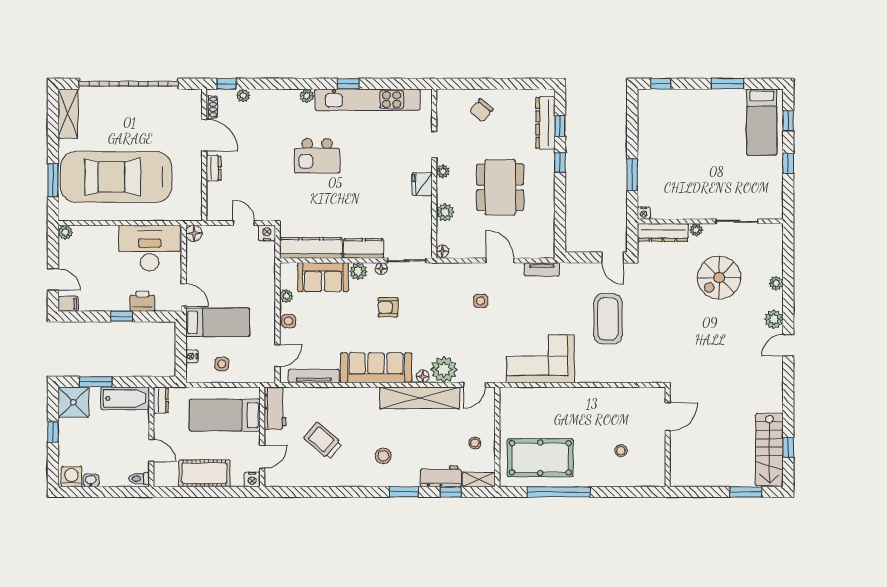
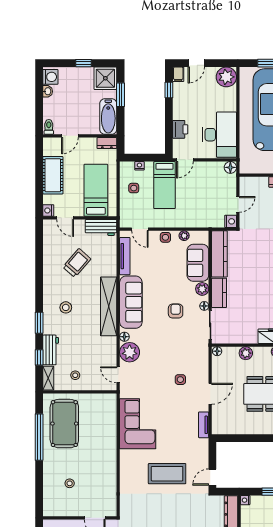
plant: (65, 232) -> (226, 77), width x1.88, depth x1.88
window: (122, 316) -> (169, 90), moved
shelving: (420, 398) -> (109, 306), moved

